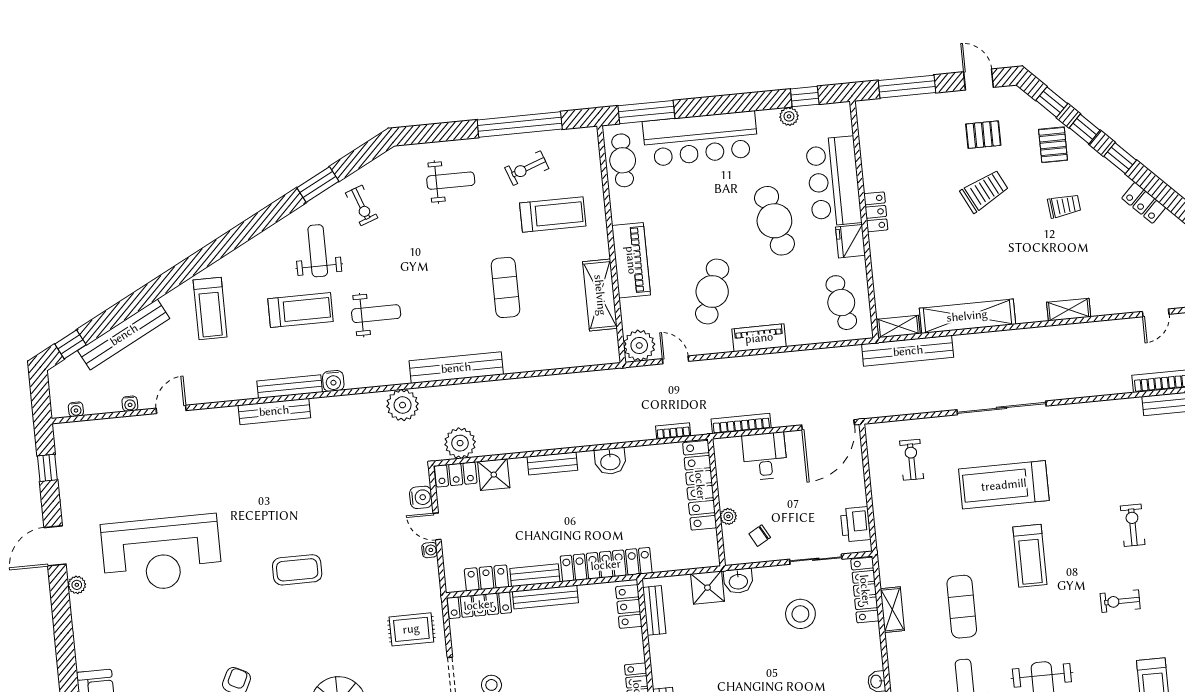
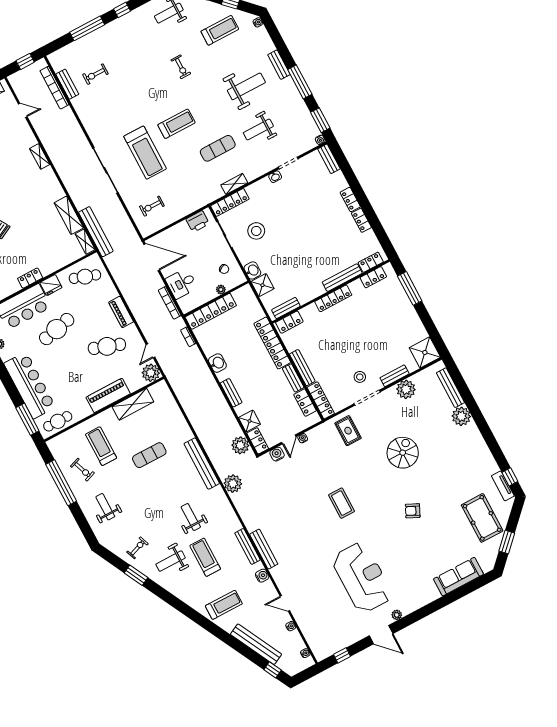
cafe table: (841, 303) -> (85, 277), turned 31
shelving: (967, 316) -> (69, 215), width x0.68
water cooler: (333, 381) -> (262, 576), moved
exercise bike: (1133, 525) -> (95, 74), moved

